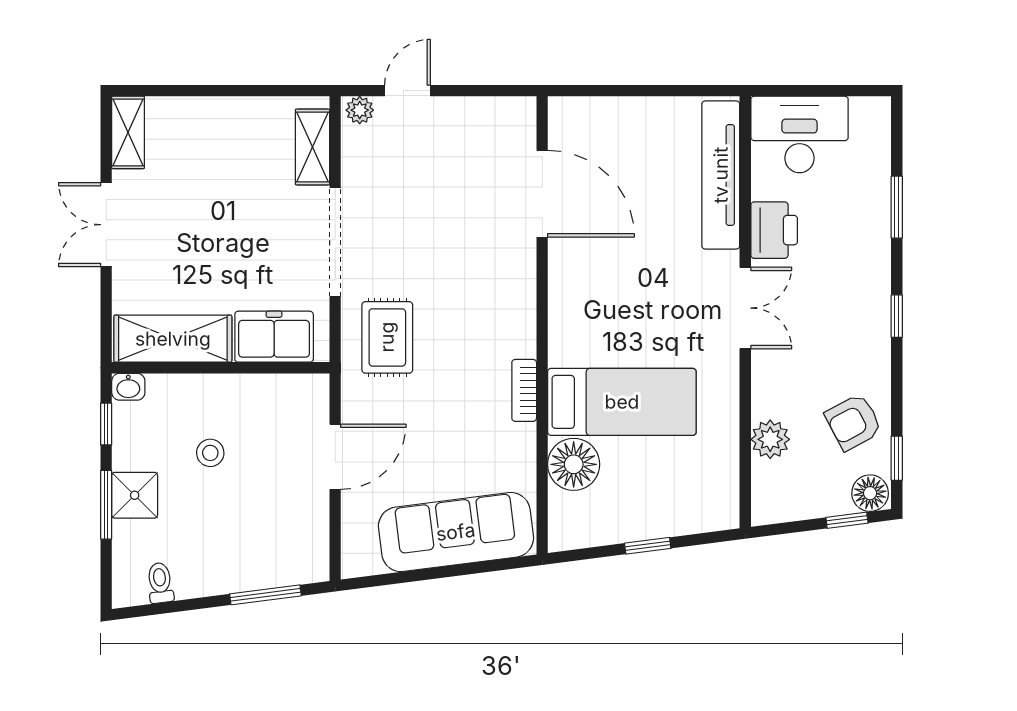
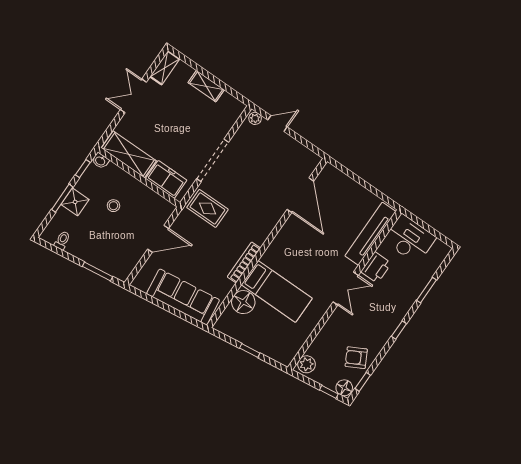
shelving: (313, 147) -> (206, 86), moved, turned 90
rug: (387, 337) -> (207, 208), turned 90
bookcase: (524, 390) -> (244, 263), width x1.56
plant: (770, 439) -> (306, 364), moved

